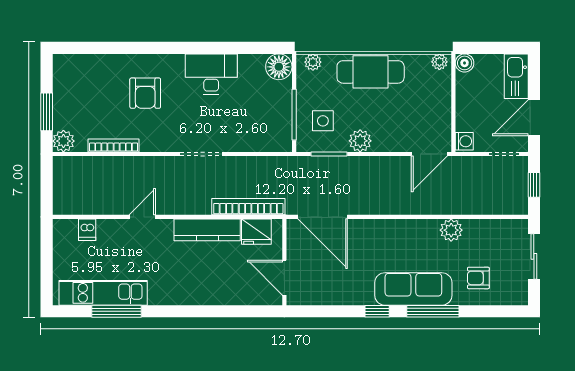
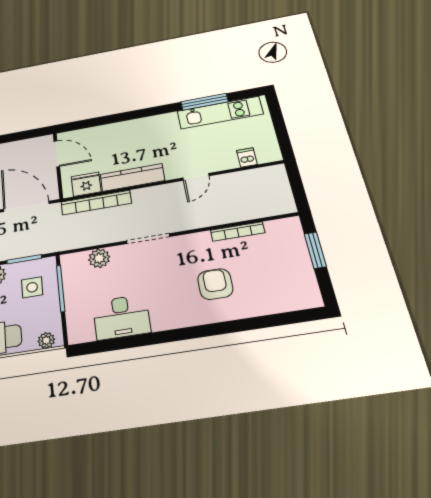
floor lamp: (279, 67) -> (81, 331), removed
desk: (211, 74) -> (121, 317), moved
plant: (63, 141) -> (99, 258), moved

